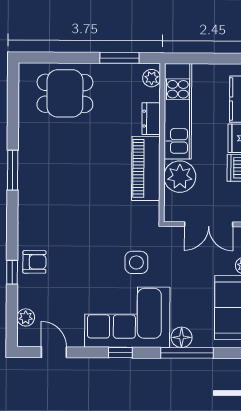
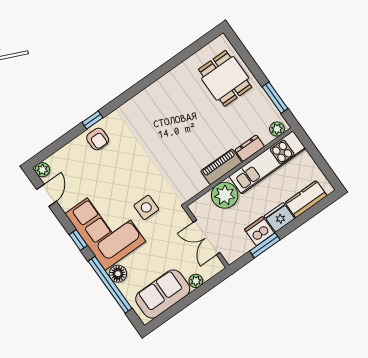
piano: (146, 168) -> (221, 167), width x0.73, depth x0.75
window: (13, 170) -> (149, 80), removed
window: (12, 272) -> (93, 120), moved
plant: (26, 317) -> (42, 170), moved
window: (187, 353) -> (110, 285), width x1.46

